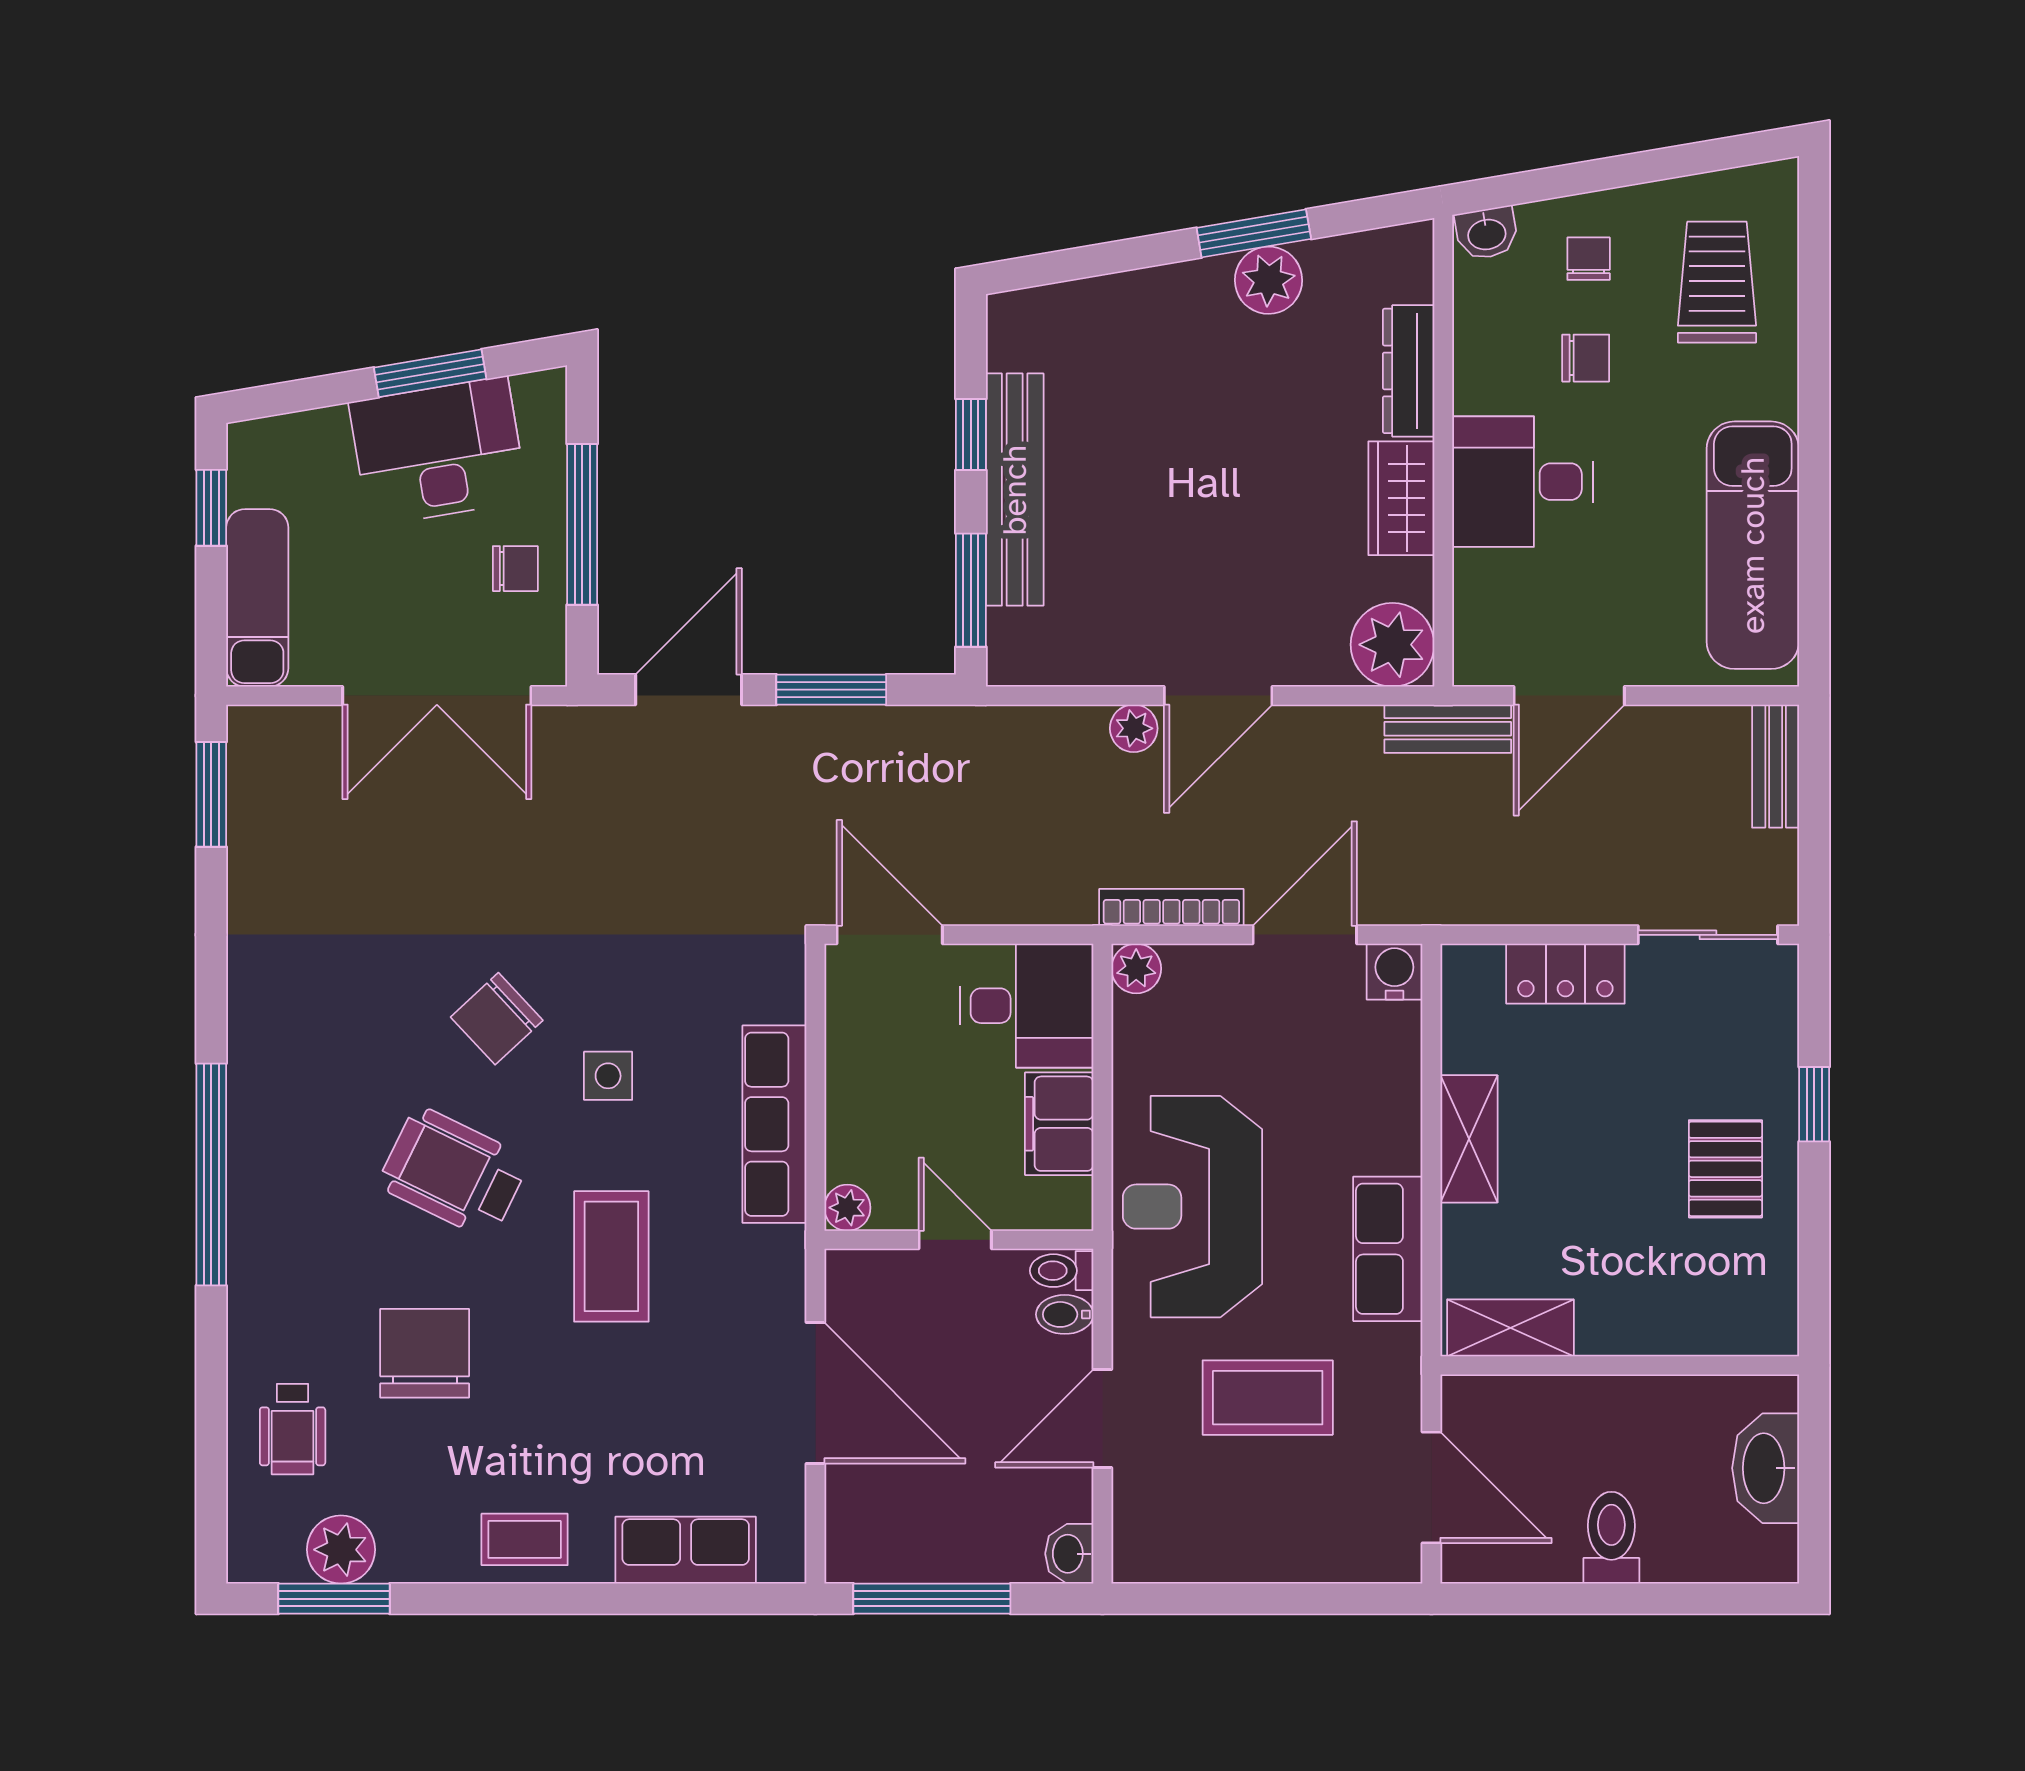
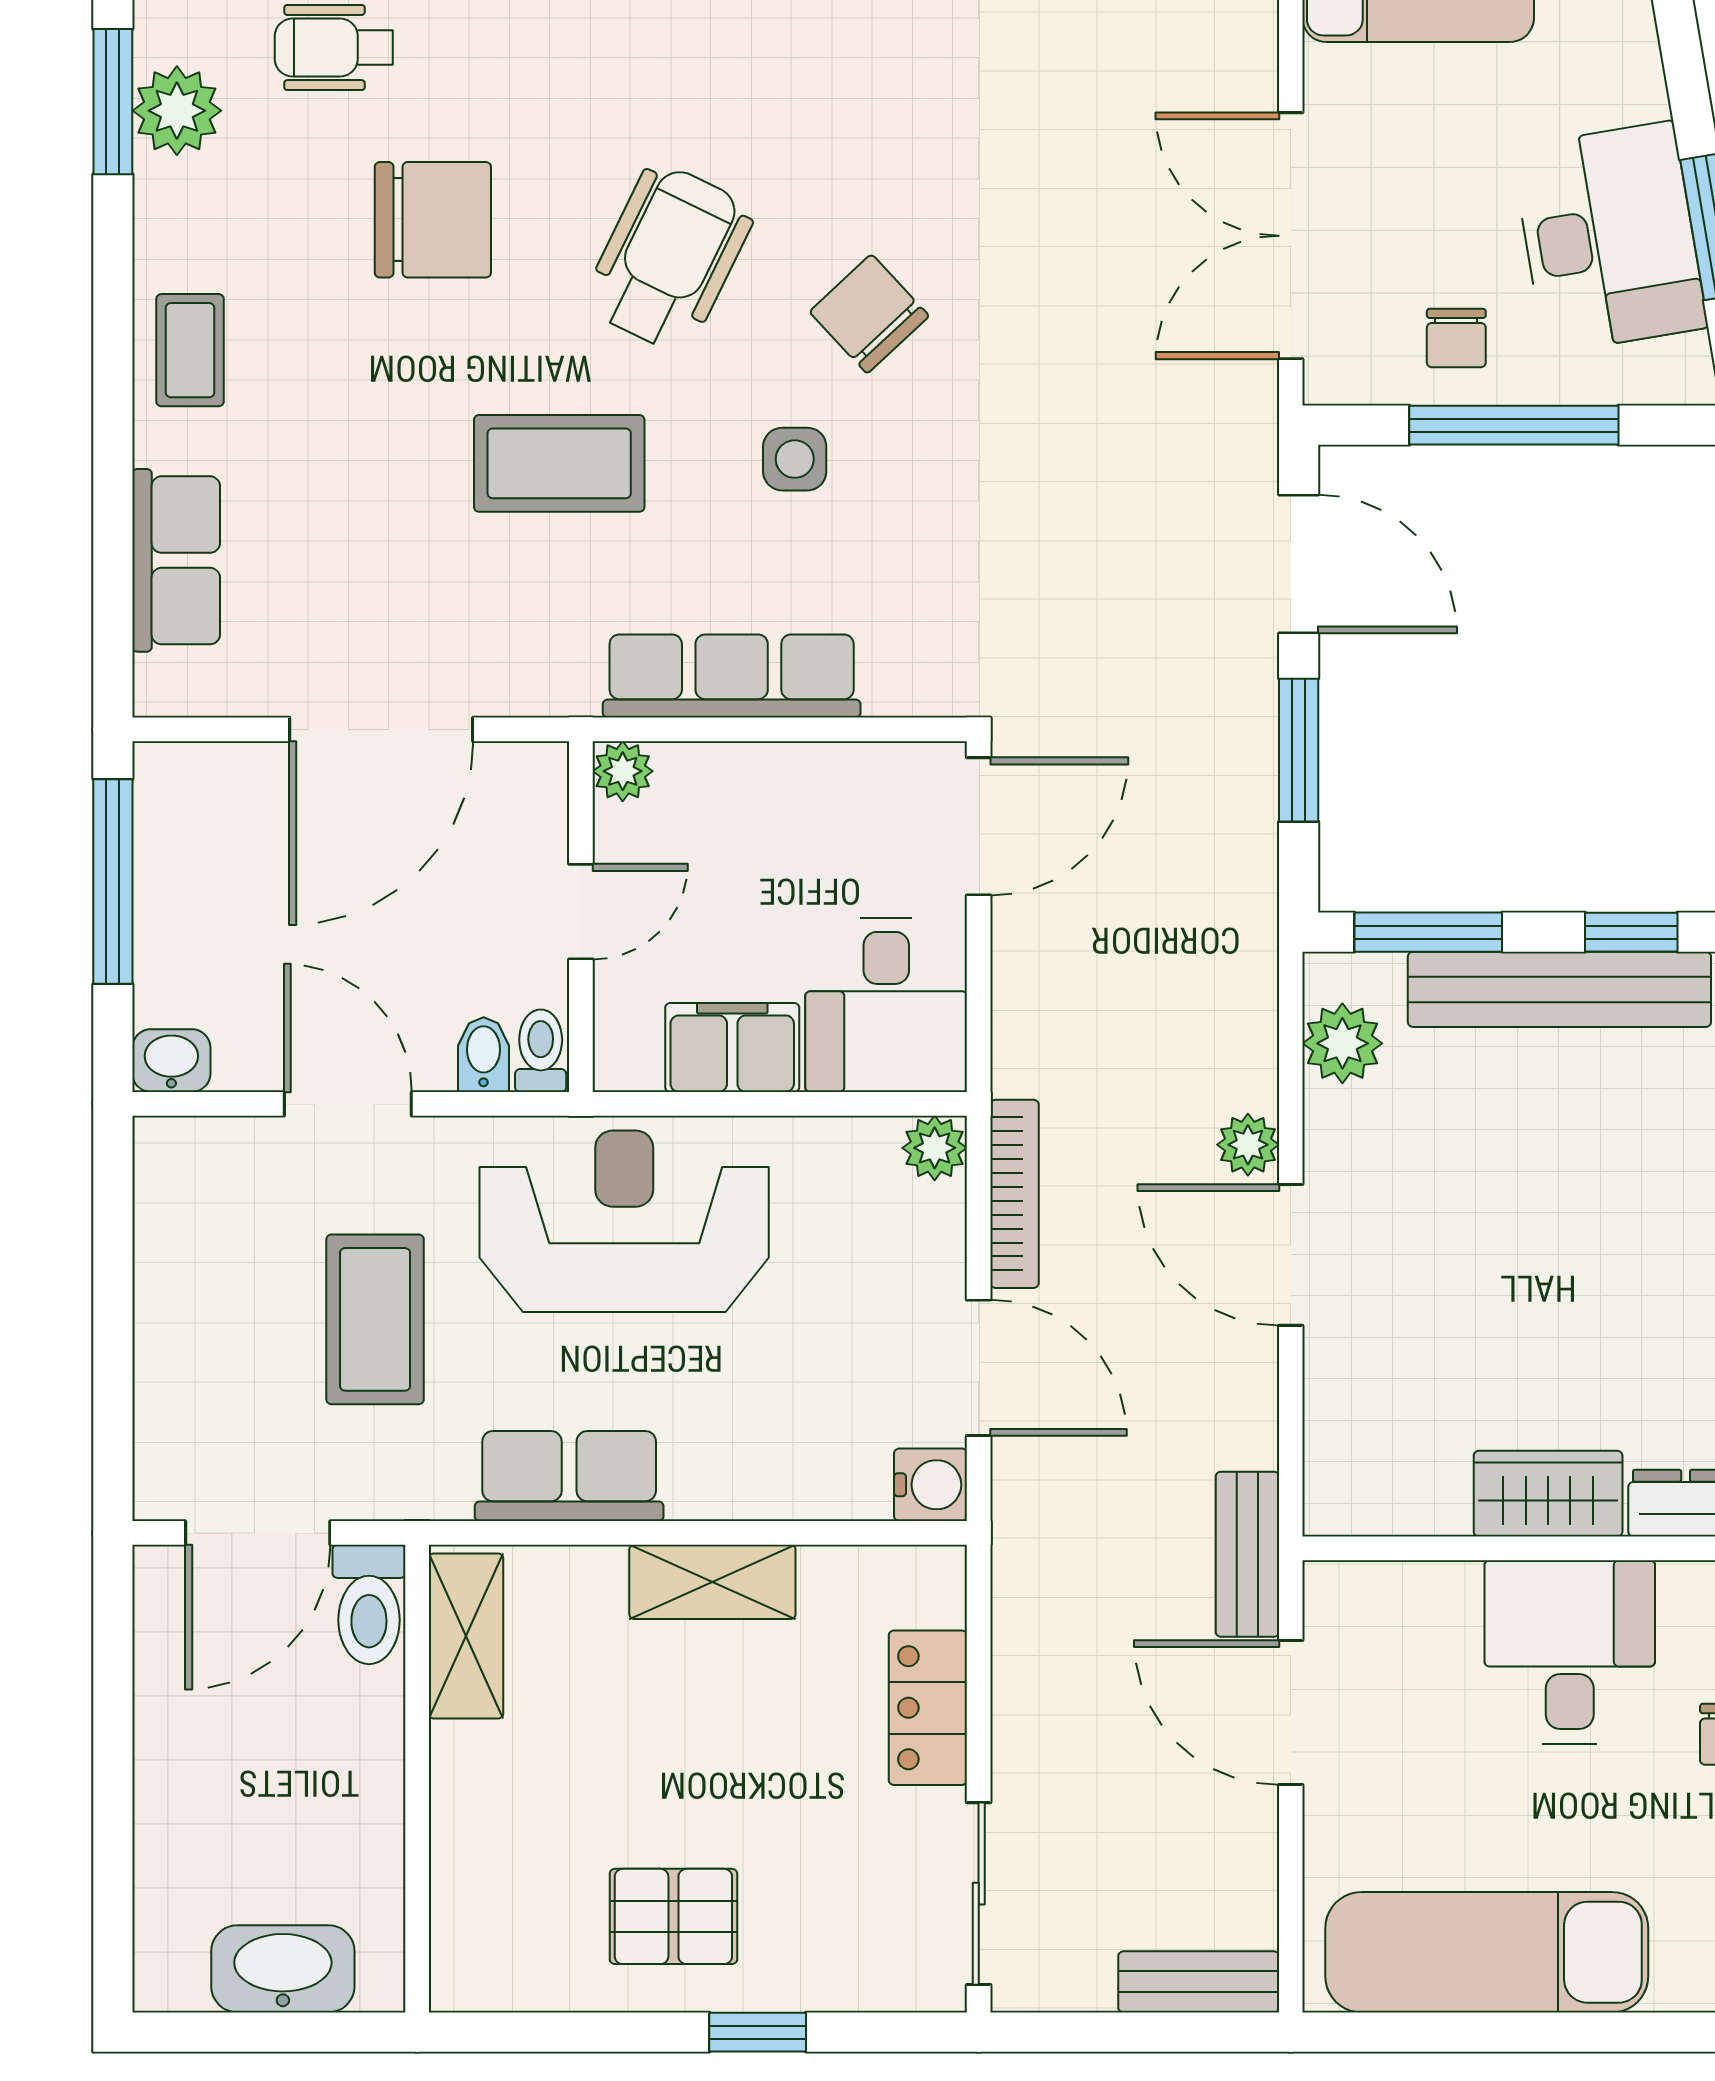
plant: (1392, 645) -> (1342, 1043), moved, width x0.73, depth x0.73
toilet: (1611, 1538) -> (369, 1604), moved, turned 90

